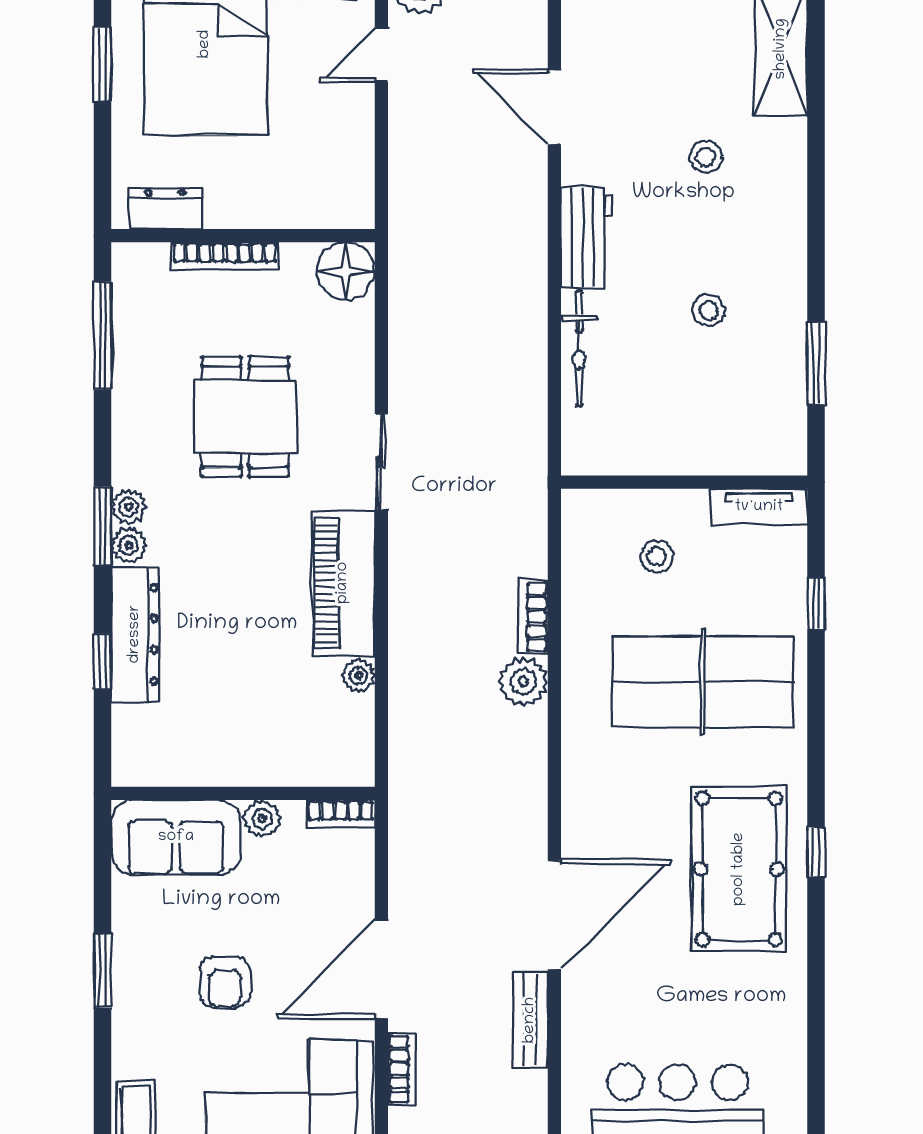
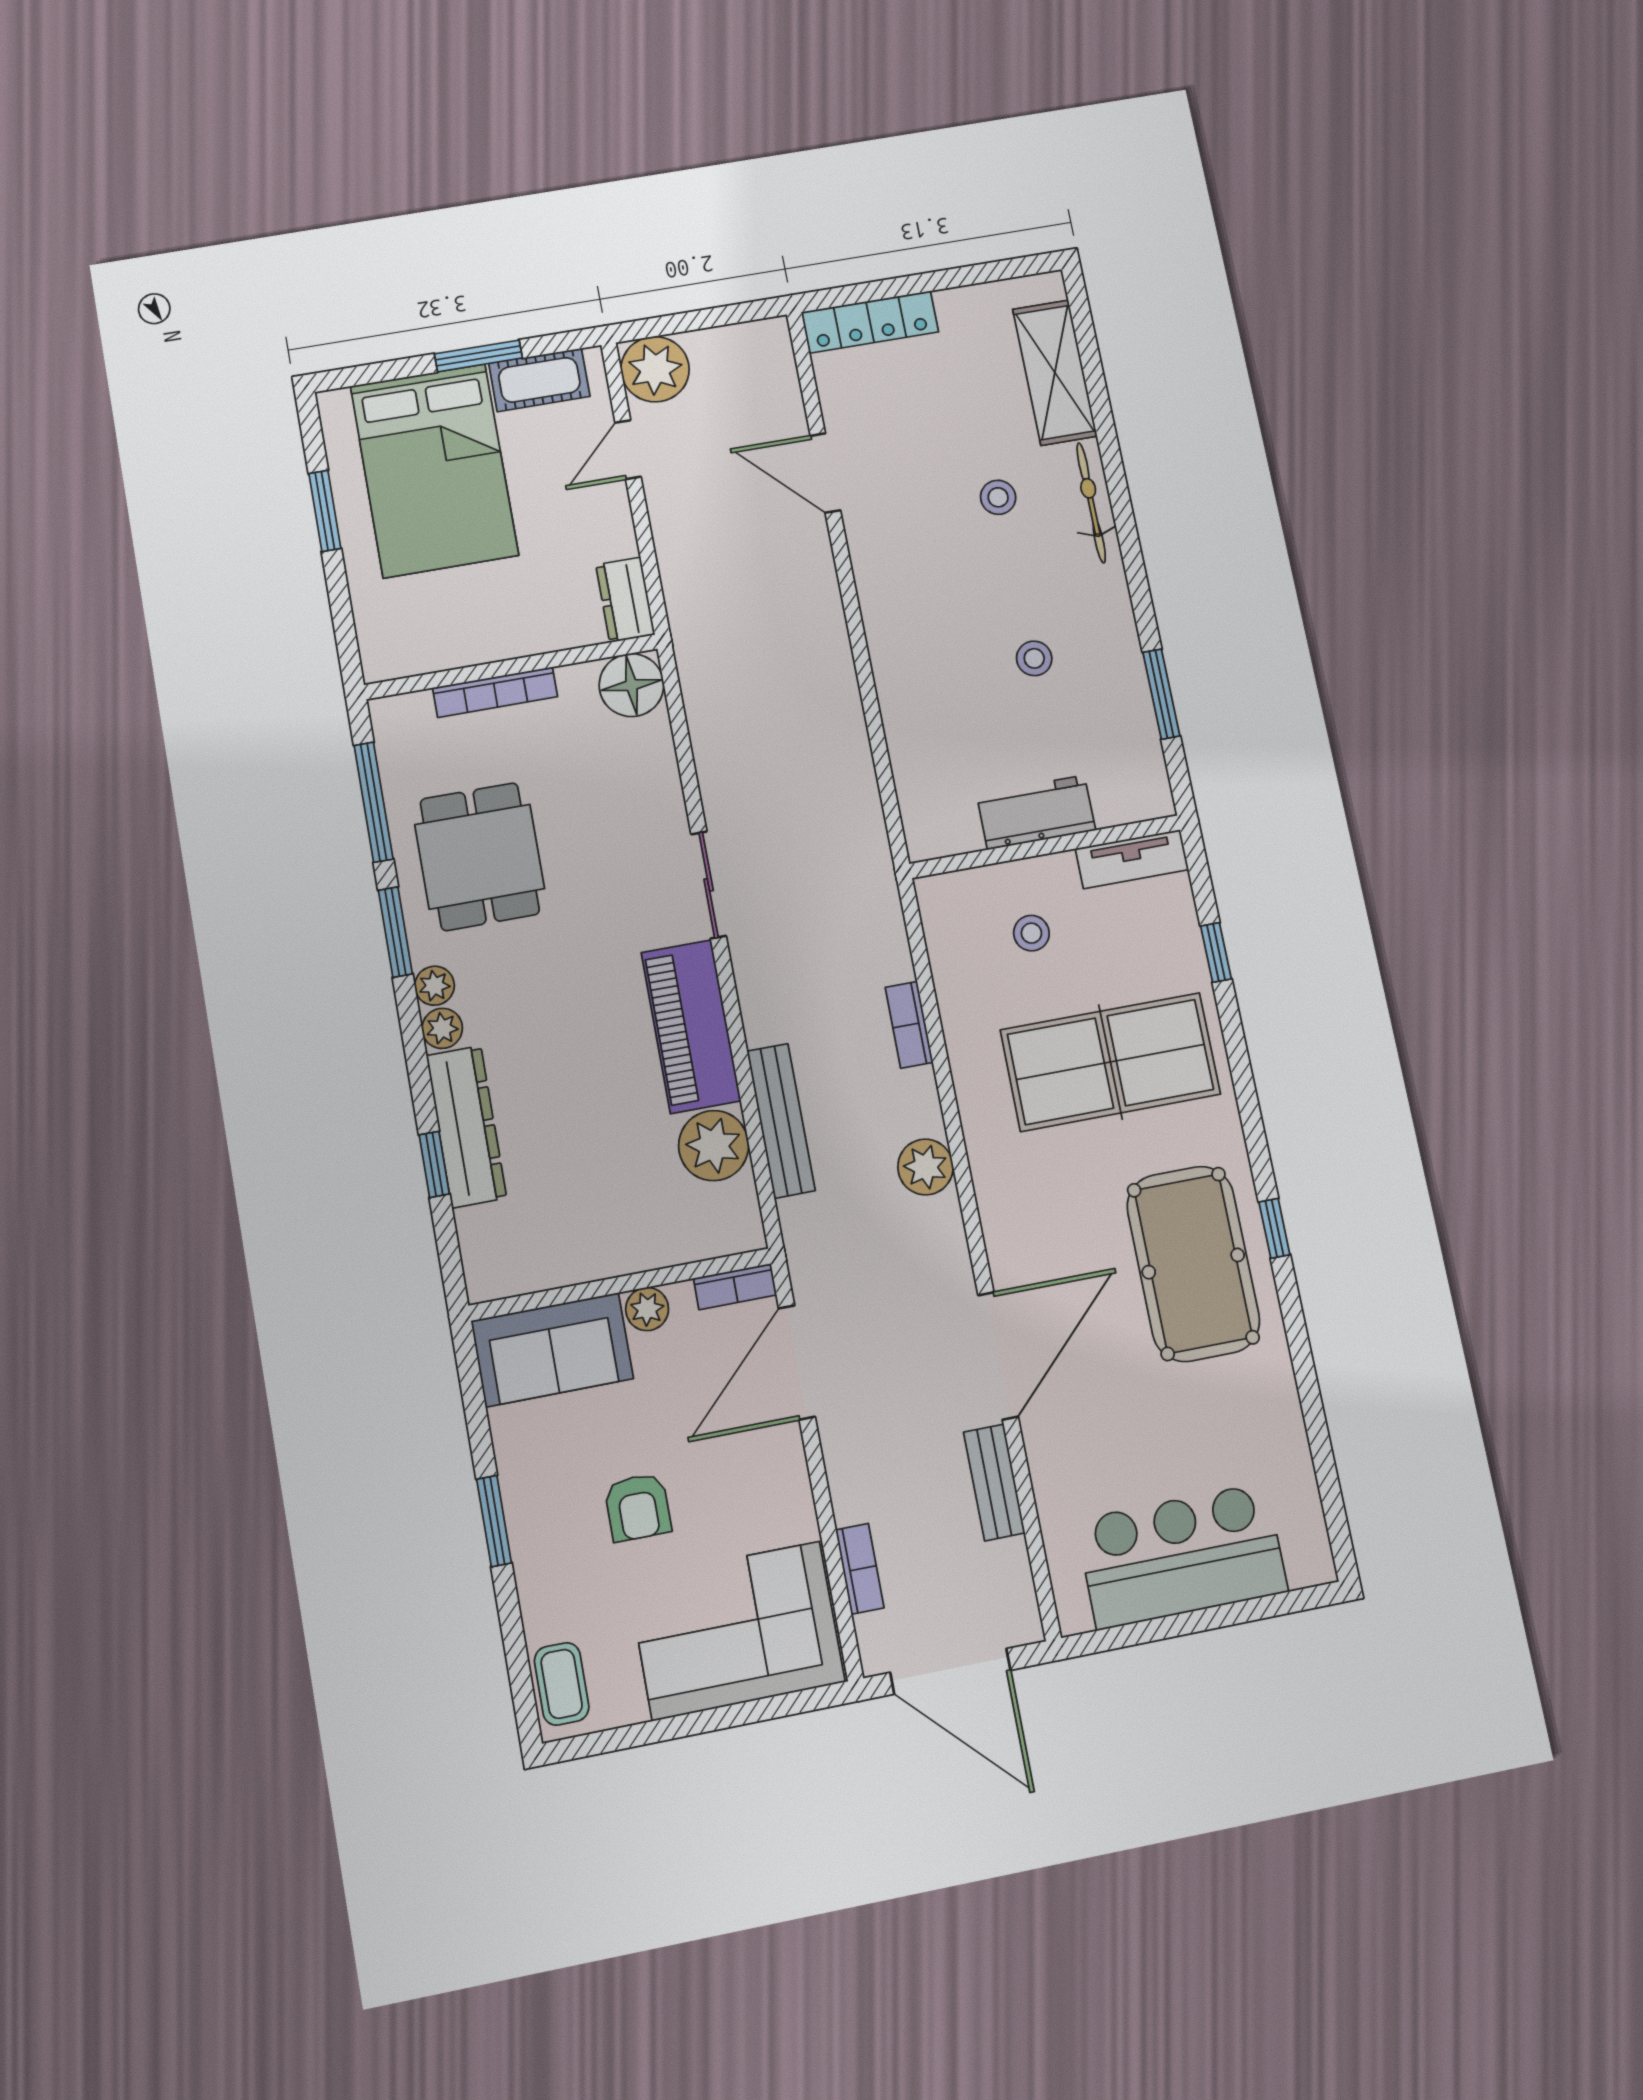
dresser: (165, 208) -> (625, 600), moved, turned -90
workbench: (587, 237) -> (1036, 812), moved, turned -90
bicycle: (579, 348) -> (1091, 503), moved, turned 180
dining table: (245, 417) -> (480, 857), moved
window: (102, 526) -> (395, 932), moved
plant: (359, 676) -> (714, 1146), width x1.88, depth x1.88
bench: (406, 680) -> (781, 1121), added
plant: (524, 682) -> (925, 1167), moved
door: (381, 970) -> (797, 1362), moved

